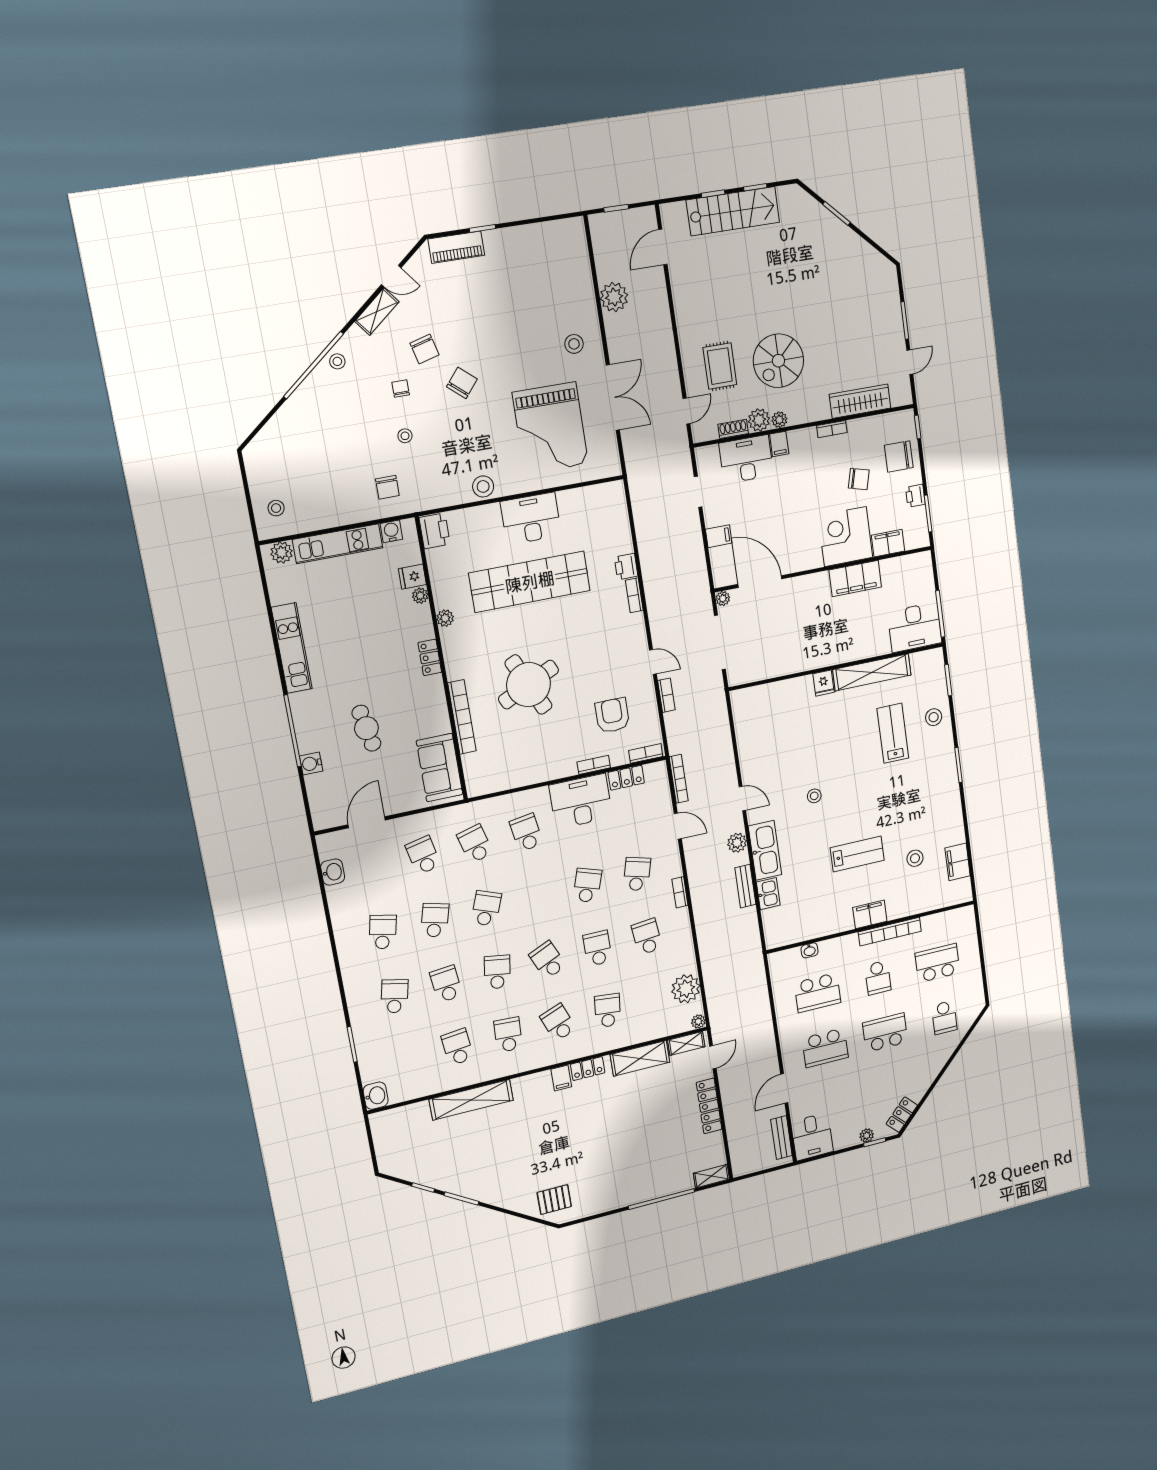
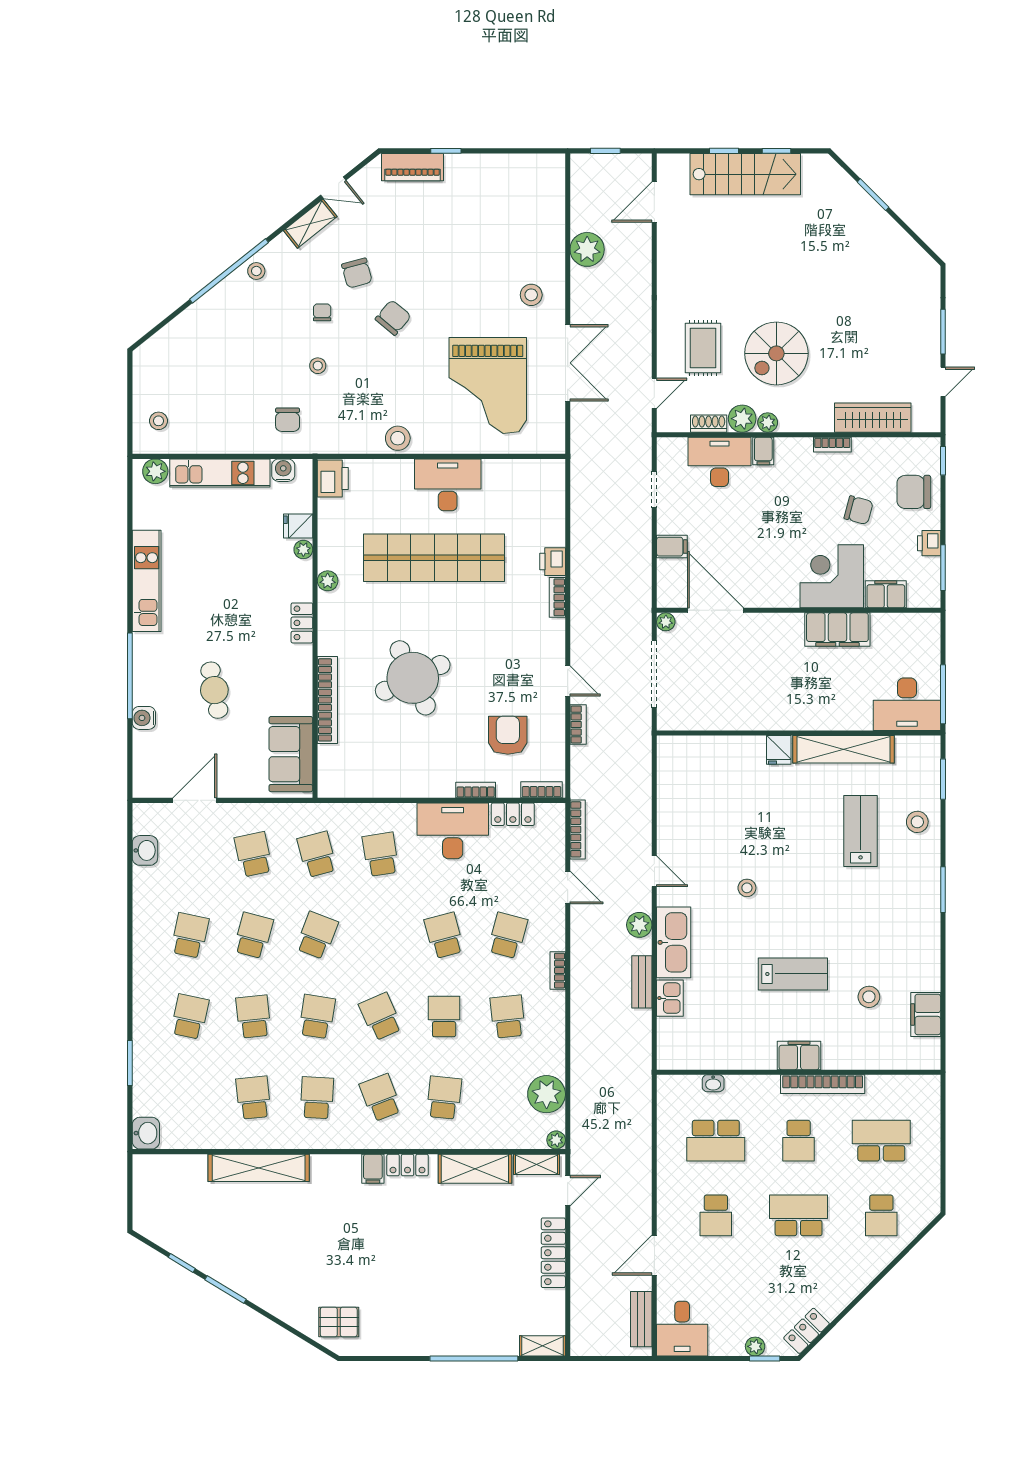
school desk: (587, 885) -> (444, 935), turned -33
school desk: (825, 1048) -> (716, 1215), width x0.54

